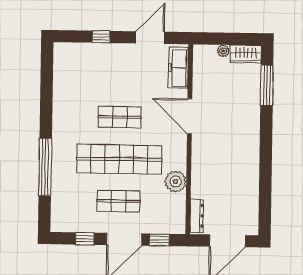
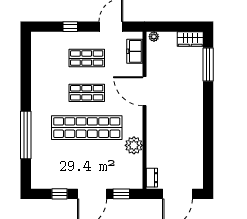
plant: (223, 51) -> (154, 37), moved
freezer: (178, 68) -> (135, 51), width x0.71
shop shelf: (118, 201) -> (87, 58), moved
dresser: (197, 216) -> (152, 178), width x0.70

